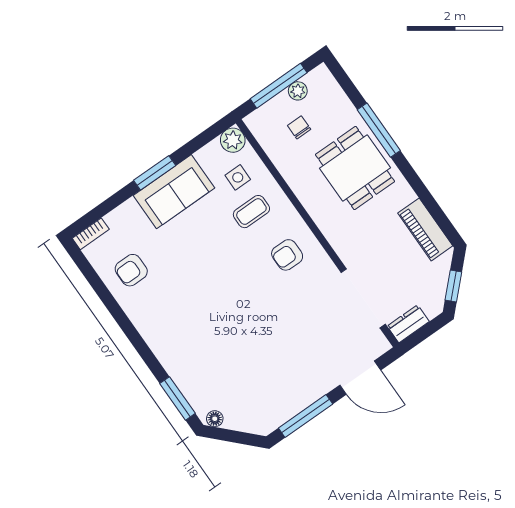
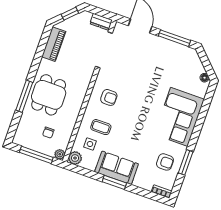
plant: (298, 91) -> (60, 154), moved
corner sofa: (183, 339) -> (179, 117), added
window: (177, 398) -> (186, 162), moved

